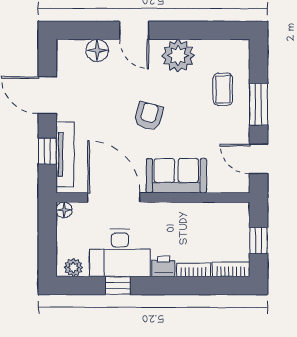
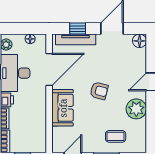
floor lamp: (97, 50) -> (140, 41), moved
floor lamp: (64, 210) -> (30, 39), moved

